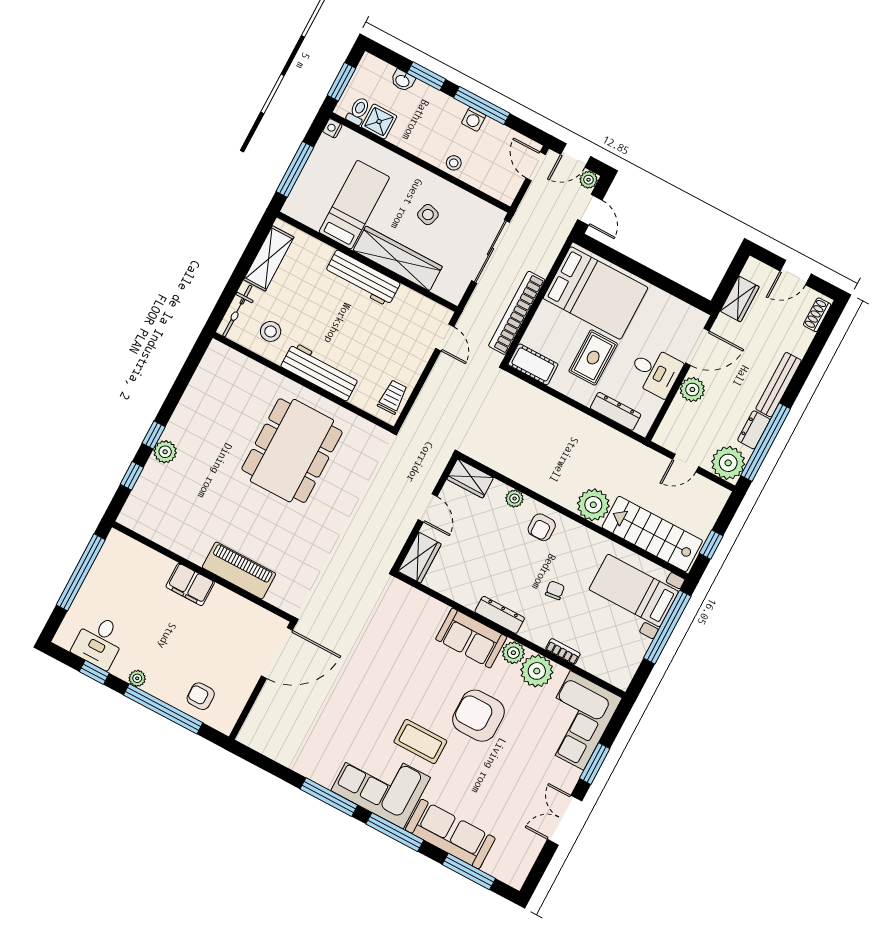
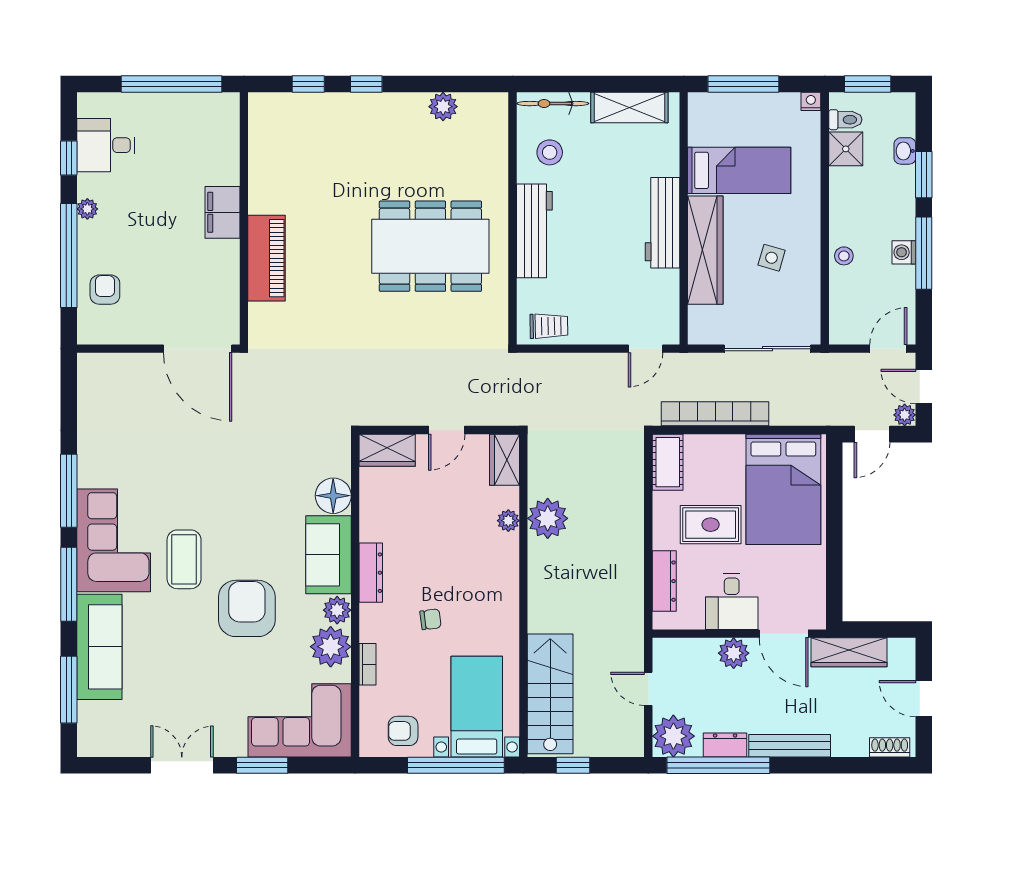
wardrobe: (740, 299) -> (849, 652), width x1.50
plant: (165, 452) -> (443, 107), moved
plant: (593, 505) -> (548, 518), moved
armchair: (542, 527) -> (403, 731), moved
floor lamp: (431, 613) -> (333, 496), added

